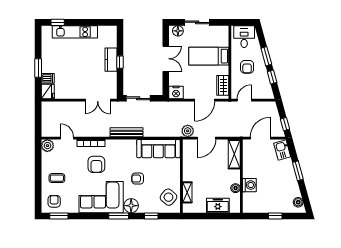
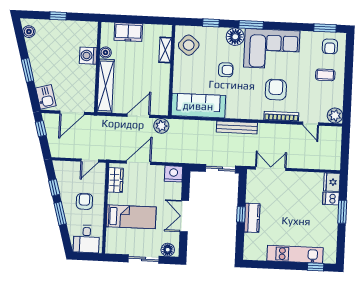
shelving: (234, 154) -> (106, 86), width x1.47

